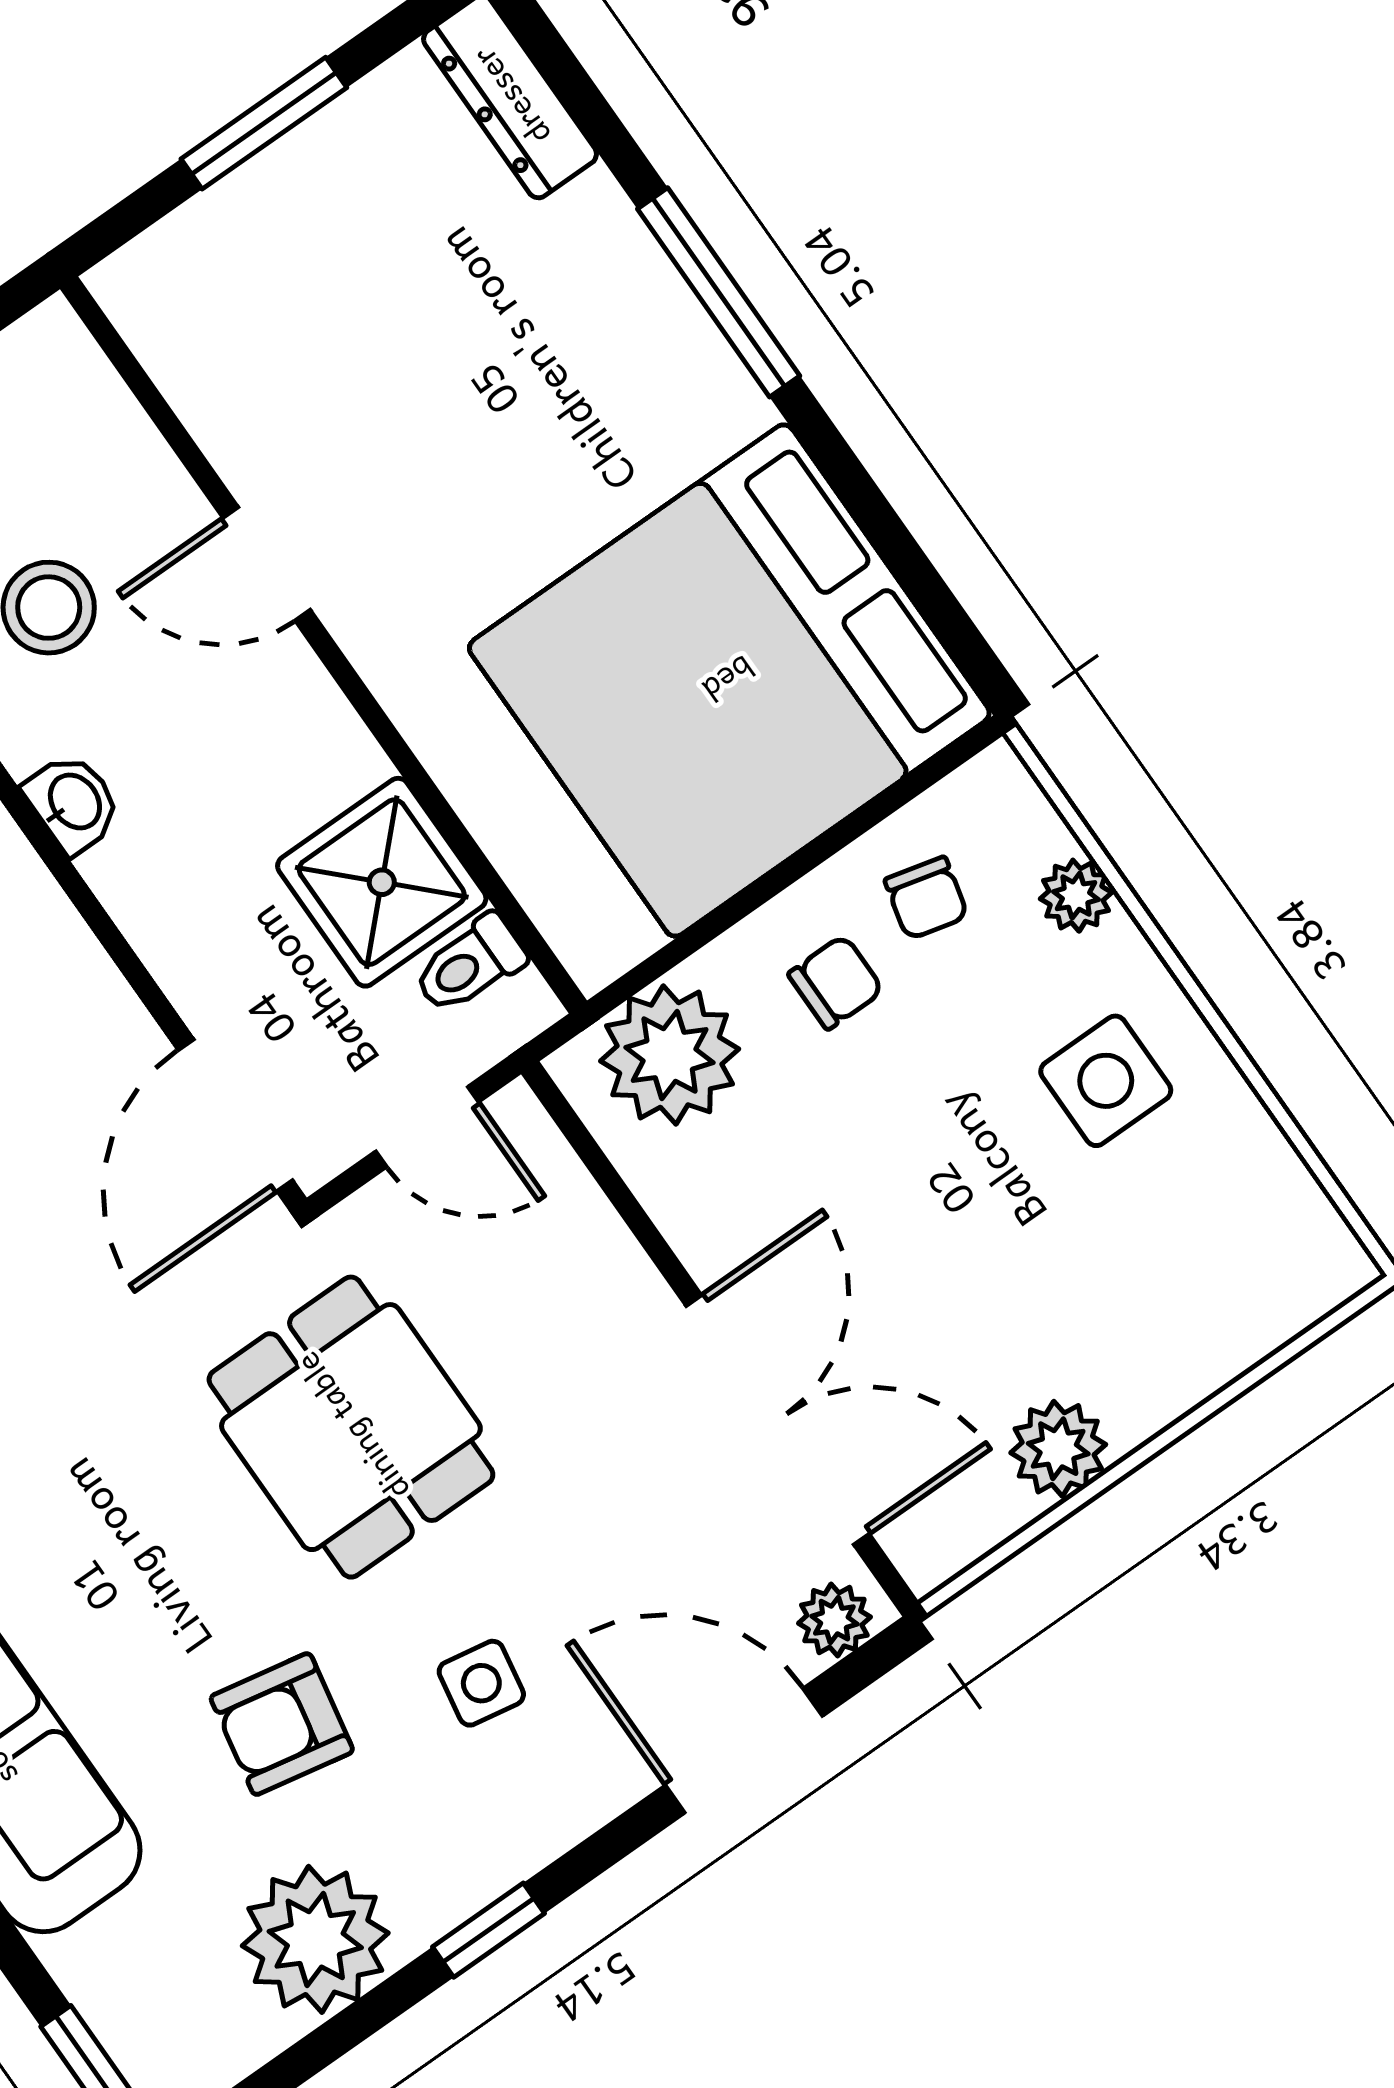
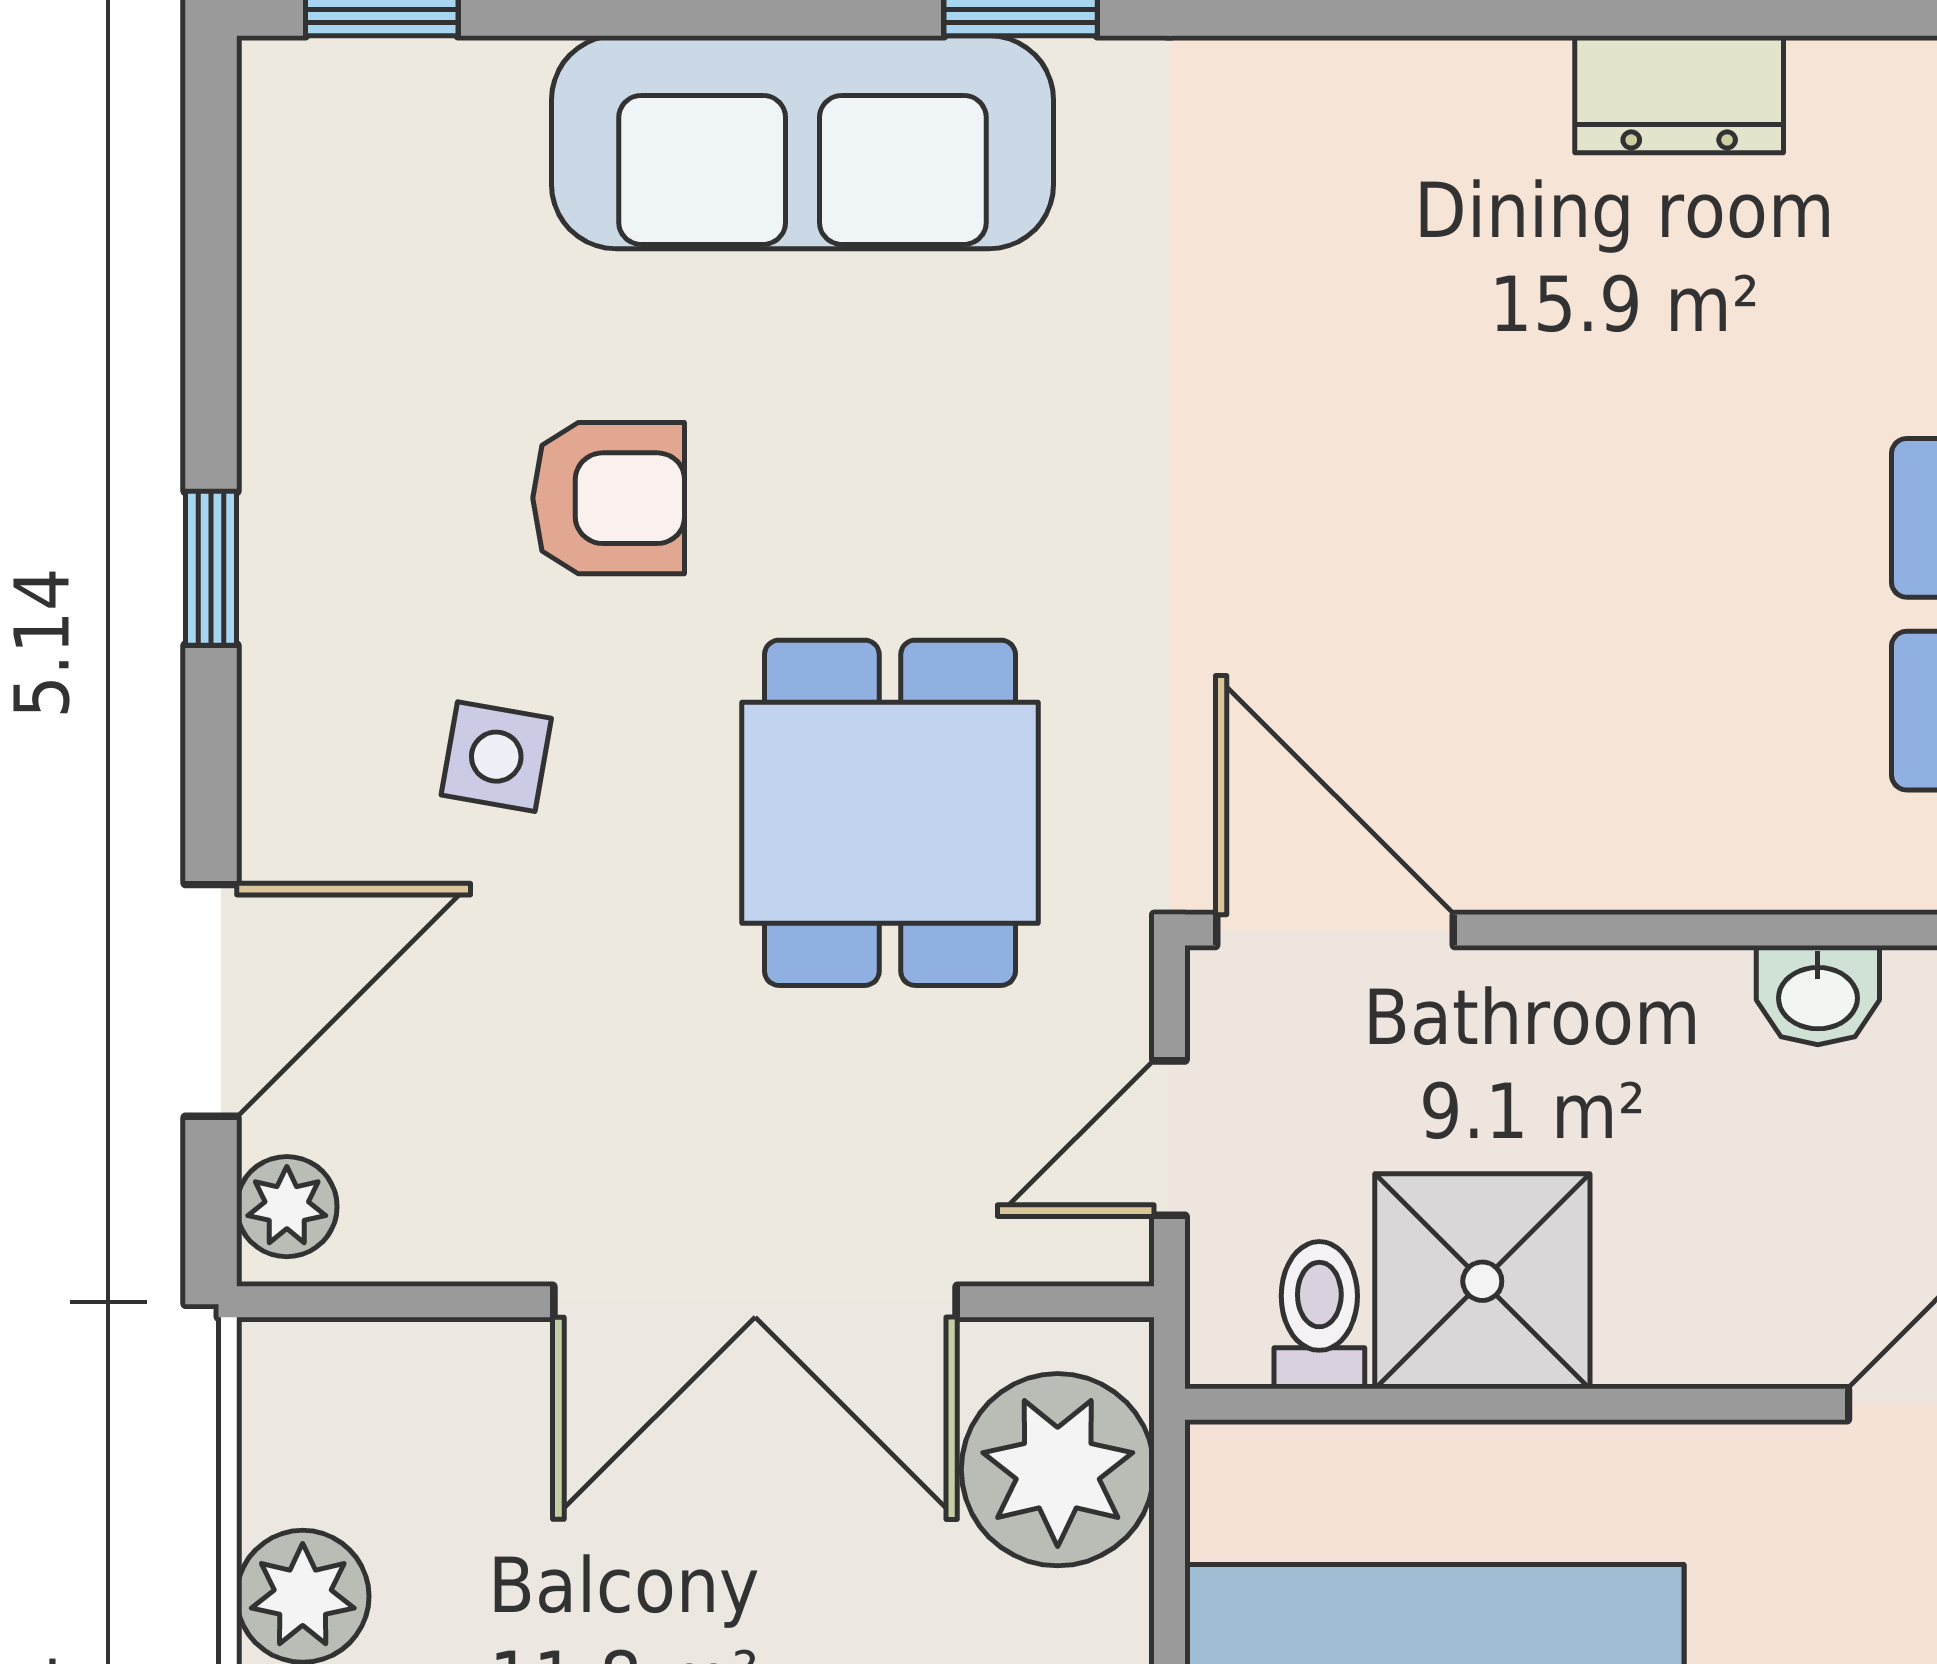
double door: (778, 1420) -> (755, 1302), moved
dining table: (351, 1427) -> (890, 813), turned 90
armchair: (282, 1724) -> (609, 498), turned 79
plant: (315, 1939) -> (338, 365), removed

